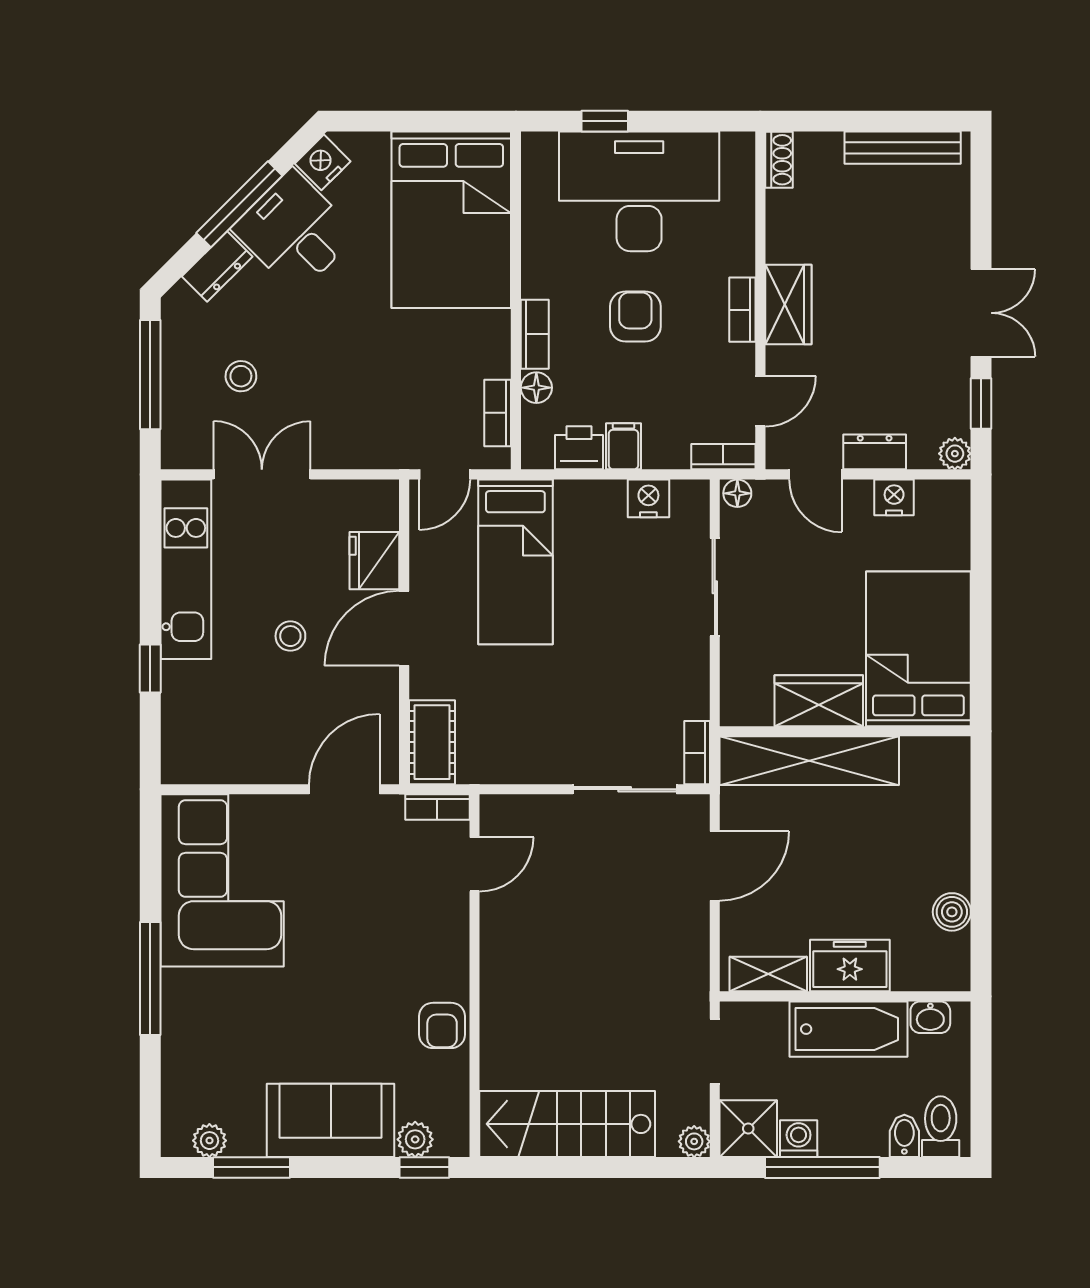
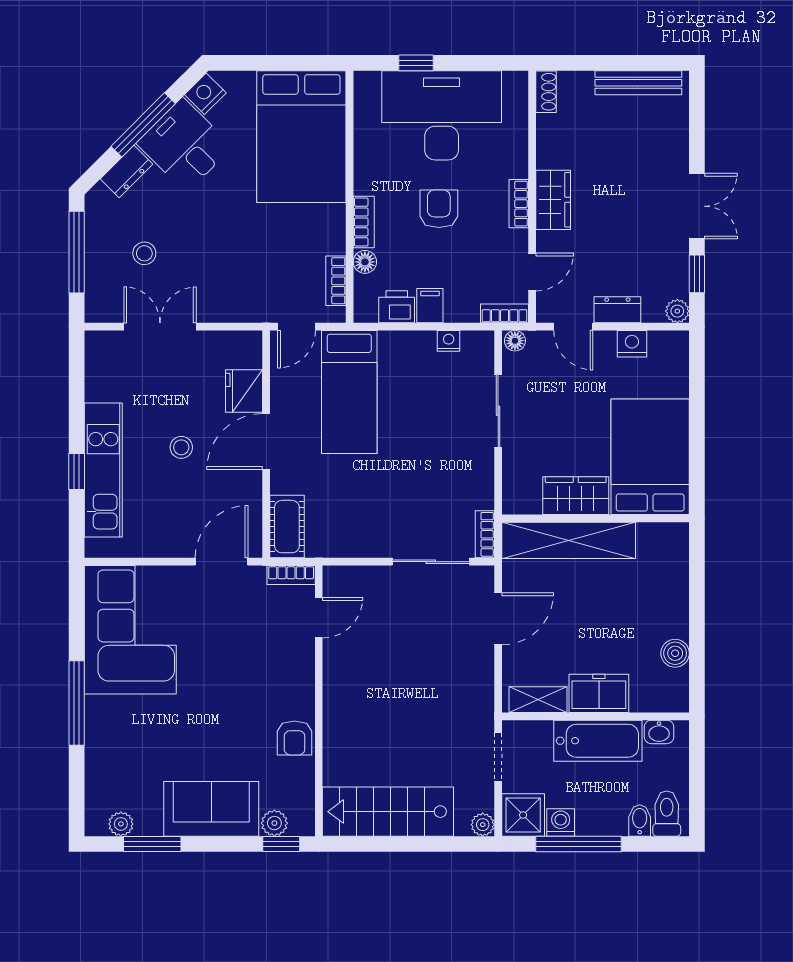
nightstand: (648, 498) -> (449, 341), width x0.72, depth x0.74
kitchen unit: (186, 569) -> (103, 470), moved

